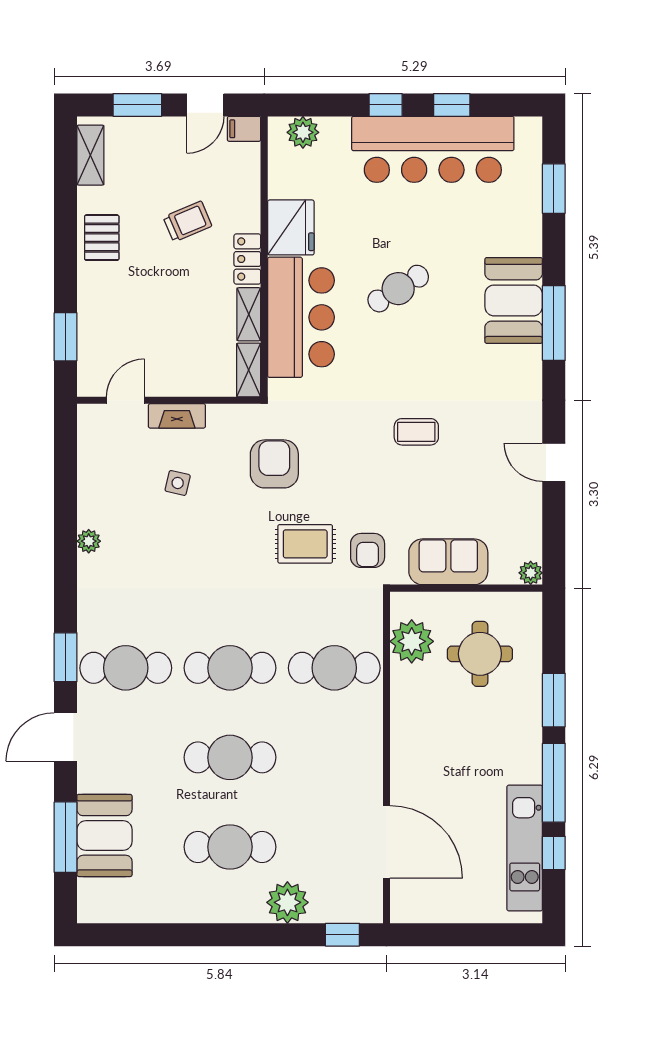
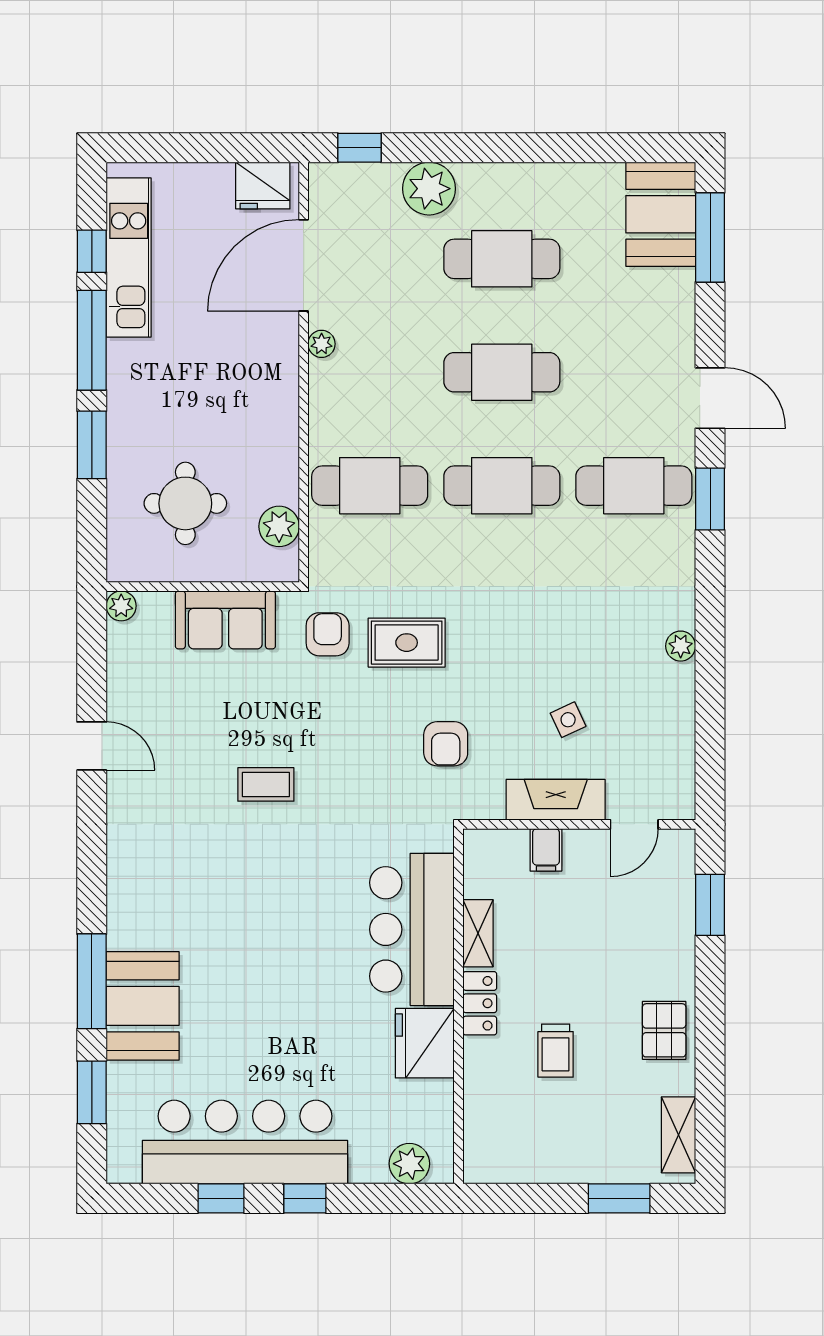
door: (205, 105) -> (533, 1198), removed
filing cabinet: (244, 129) -> (546, 850), moved, turned 90
trolley: (188, 222) -> (556, 1051), turned -67
cafe table: (398, 289) -> (289, 966), removed
booth: (514, 300) -> (143, 1006), moved
window: (554, 323) -> (92, 981), moved
shelving: (249, 370) -> (478, 863), removed
fireplace: (177, 416) -> (556, 800), width x1.37, depth x1.32
armchair: (274, 464) -> (446, 744), width x0.72, depth x0.72
side table: (178, 483) -> (568, 720), turned -38
plant: (412, 641) -> (279, 526), width x0.73, depth x0.73
door: (66, 737) -> (710, 398), hinge flipped
plant: (372, 780) -> (322, 344), added
booth: (104, 835) -> (661, 214), moved
window: (66, 837) -> (710, 237), moved
door: (387, 842) -> (304, 265), hinge flipped
fridge: (419, 905) -> (263, 186), added

